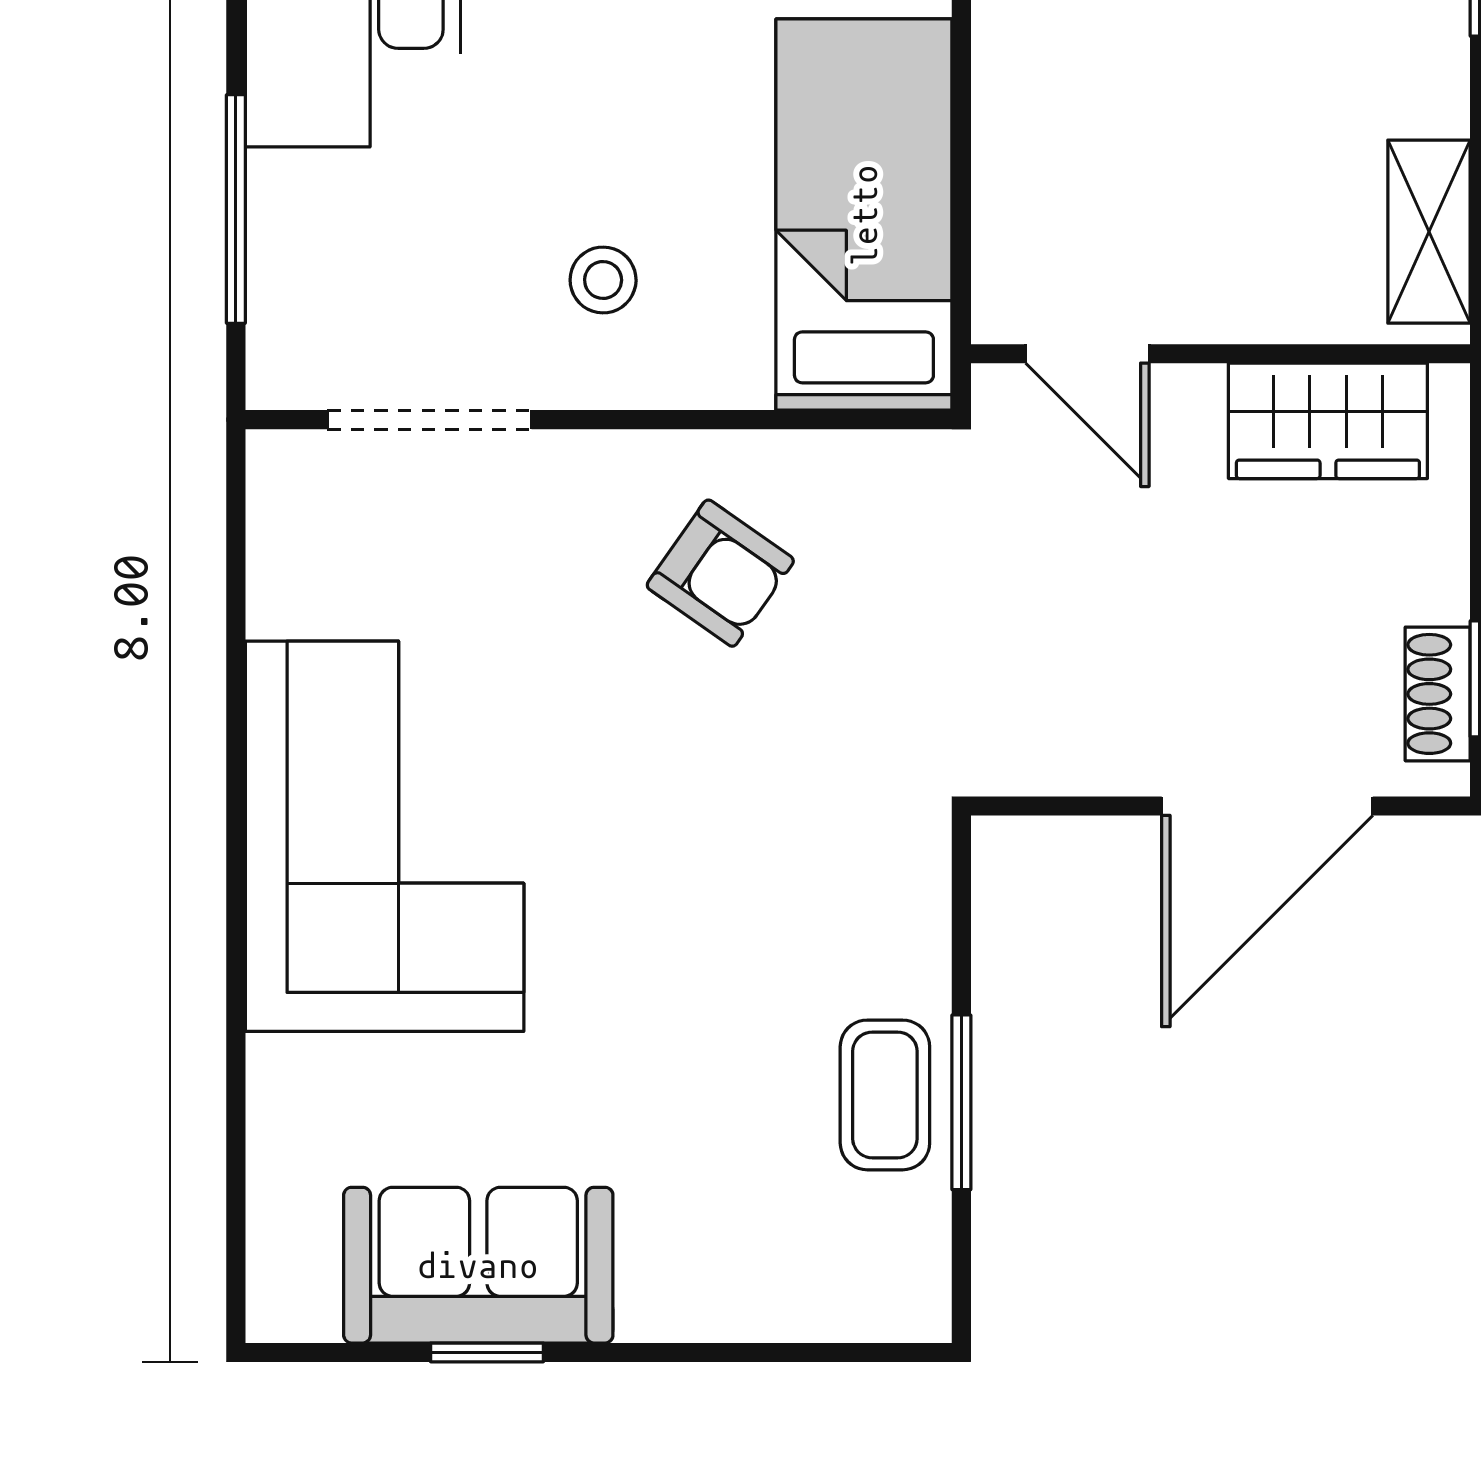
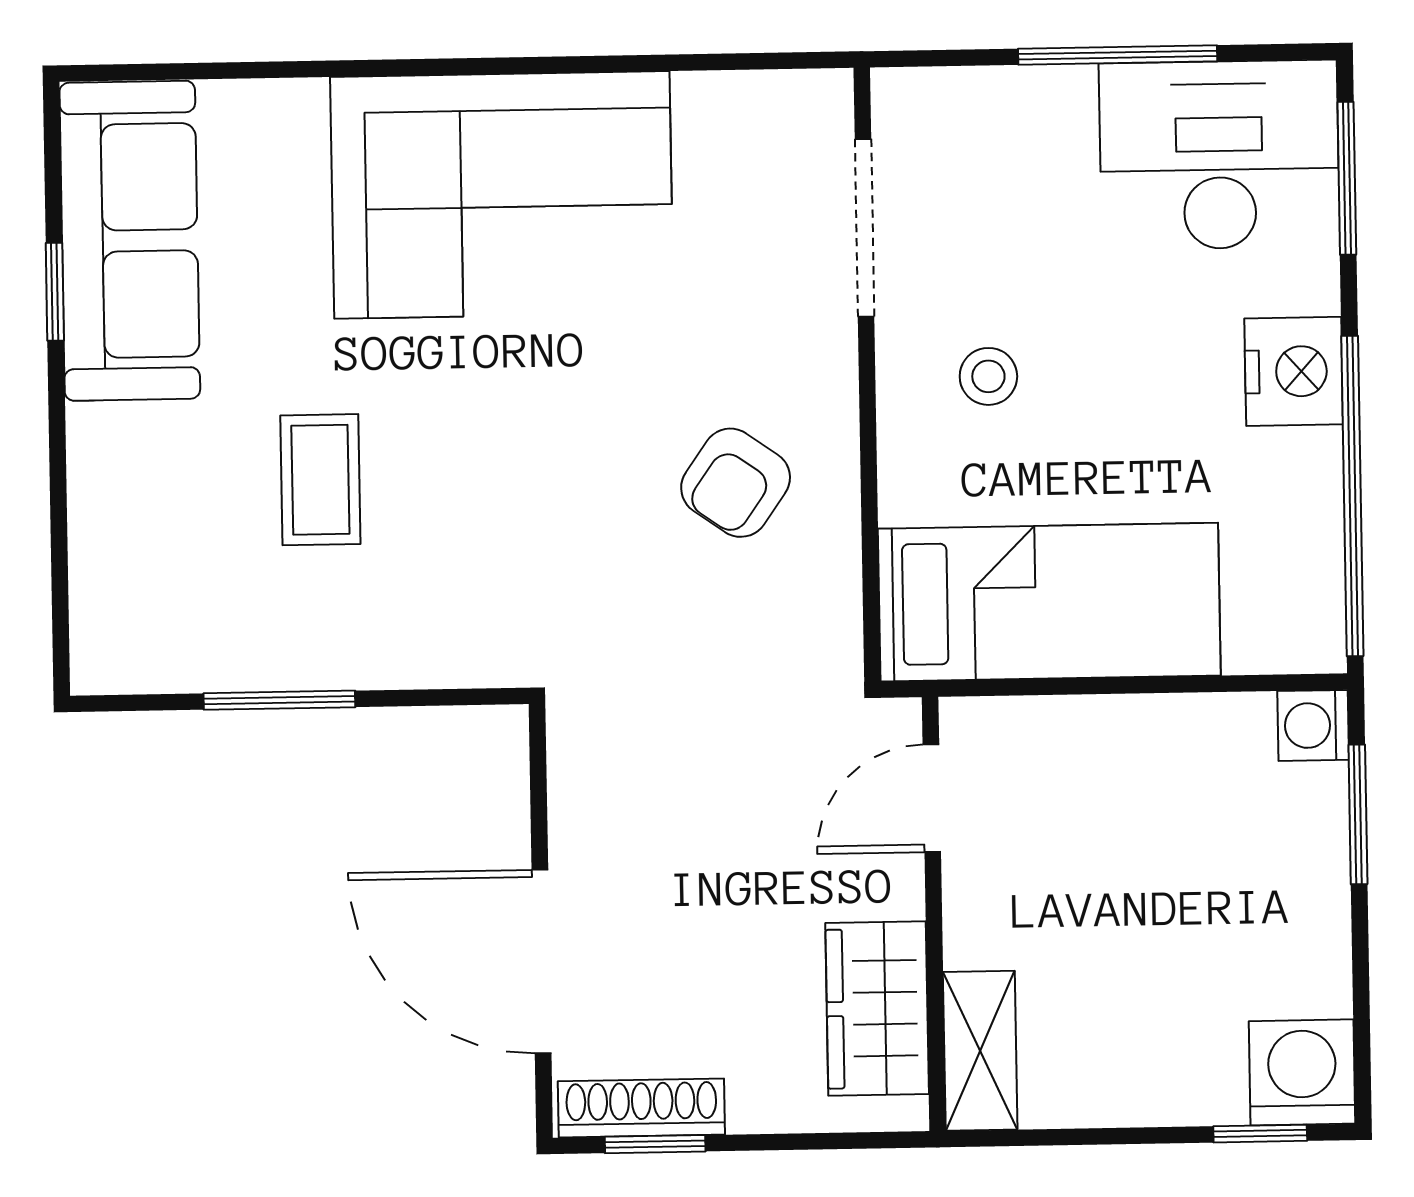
window: (236, 209) -> (1118, 55), moved
shelving: (1429, 232) -> (980, 1051), moved, turned 90
shoe rack: (1438, 694) -> (641, 1108), width x1.43
coffee table: (885, 1095) -> (320, 480), moved, turned 90
sofa: (478, 1265) -> (130, 241), width x1.36

